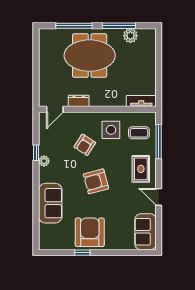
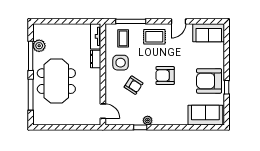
dresser: (79, 101) -> (96, 59), moved
armchair: (96, 181) -> (165, 76), turned 105
sofa: (50, 203) -> (205, 115), moved

